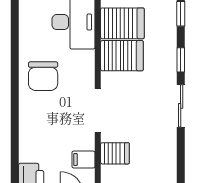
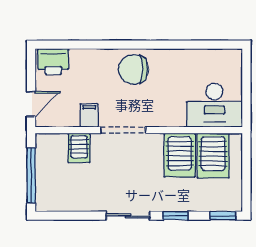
chair: (43, 76) -> (133, 69), moved
filing cabinet: (83, 160) -> (89, 115), moved

